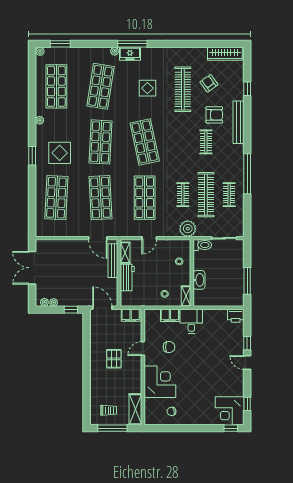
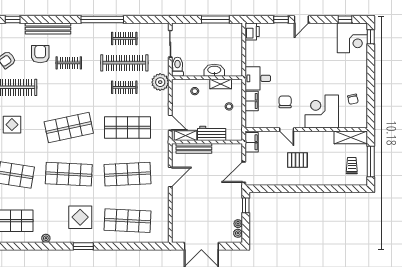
shelving: (125, 253) -> (186, 136), moved
bench: (113, 261) -> (194, 148), moved
wall: (119, 273) -> (207, 142), moved
workbench: (127, 277) -> (212, 133), moved
shelving: (186, 296) -> (221, 84), moved

